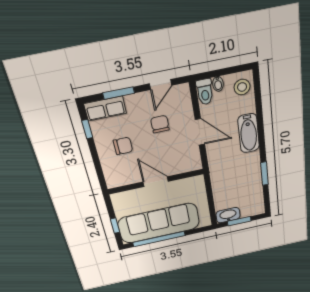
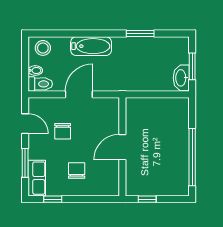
chair: (160, 124) -> (63, 131), turned -90
sofa: (159, 223) -> (172, 153), removed
window: (115, 226) -> (147, 199), moved

